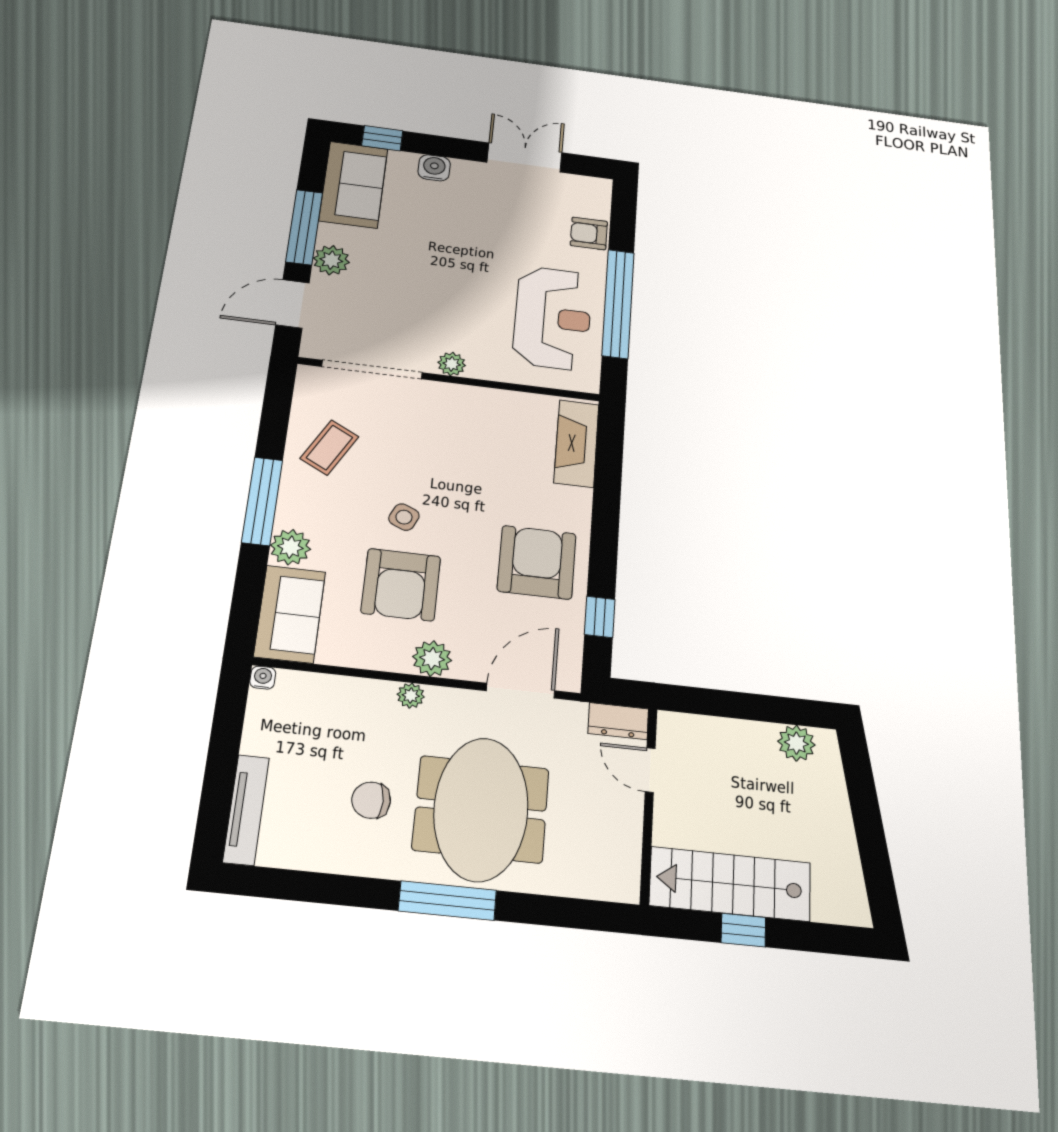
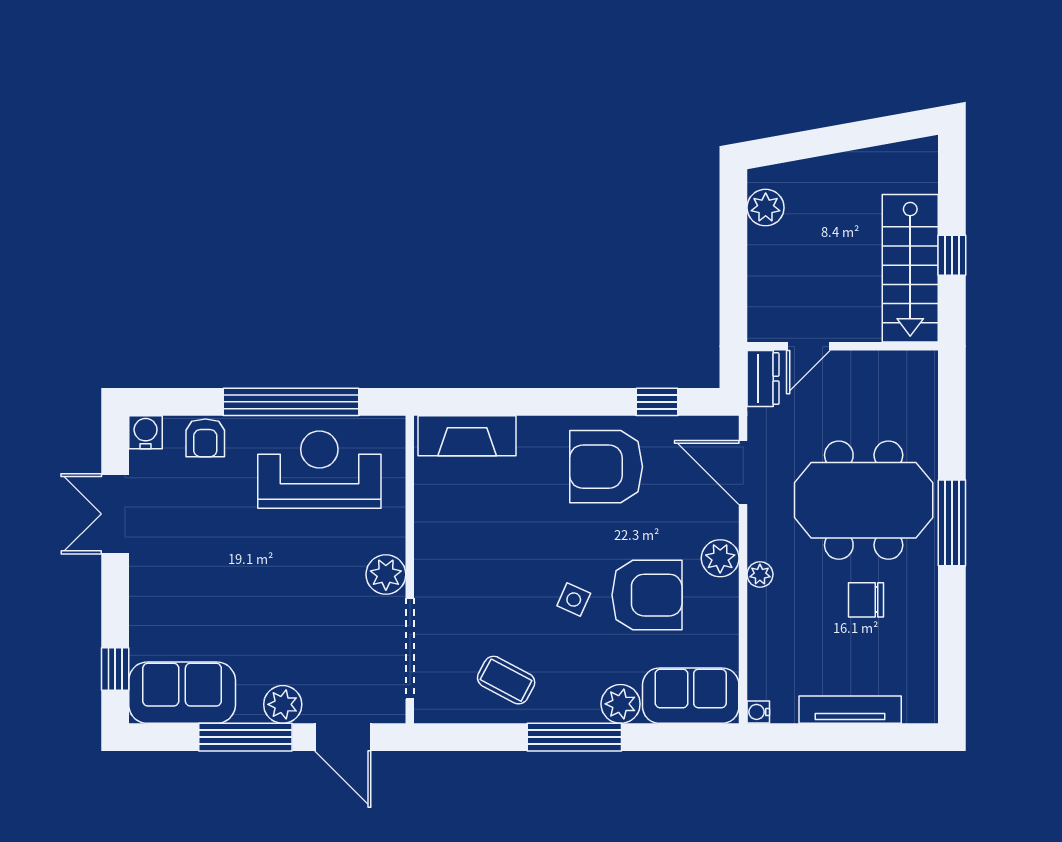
water cooler: (434, 168) -> (146, 432), moved, turned 90
plant: (452, 364) -> (386, 574), width x1.38, depth x1.38
chair: (371, 800) -> (866, 600), turned 90
tv unit: (246, 810) -> (850, 710), moved

